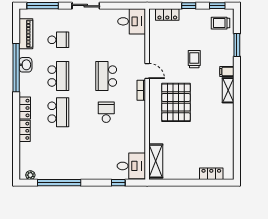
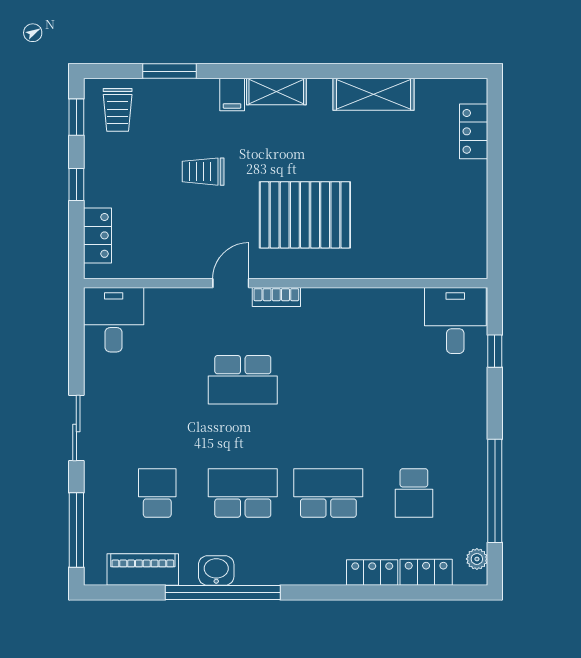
locker: (25, 108) -> (426, 572), moved
school desk: (106, 112) -> (414, 493), moved, turned -90
shelving: (156, 161) -> (373, 94), moved

